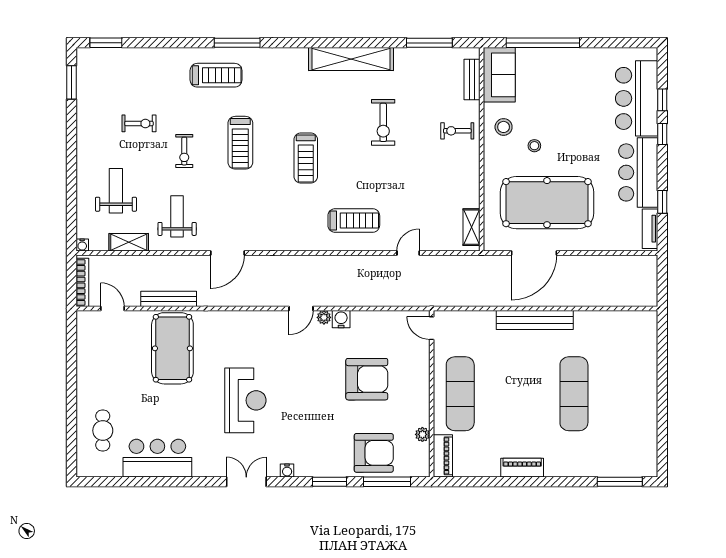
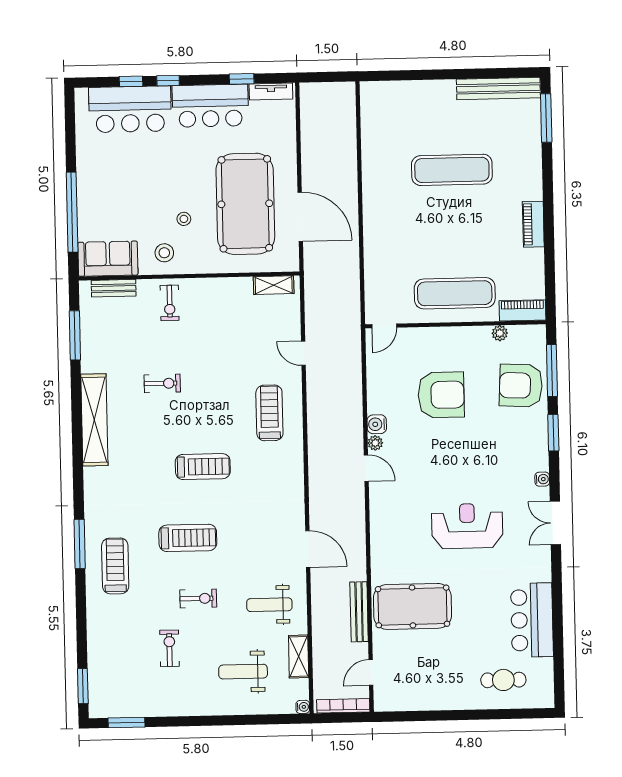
exercise bike: (383, 122) -> (162, 383), width x0.73, depth x0.72
bench: (535, 320) -> (498, 88), moved, turned 90
armchair: (367, 379) -> (441, 395), turned 90
armchair: (374, 453) -> (521, 386), turned -87

